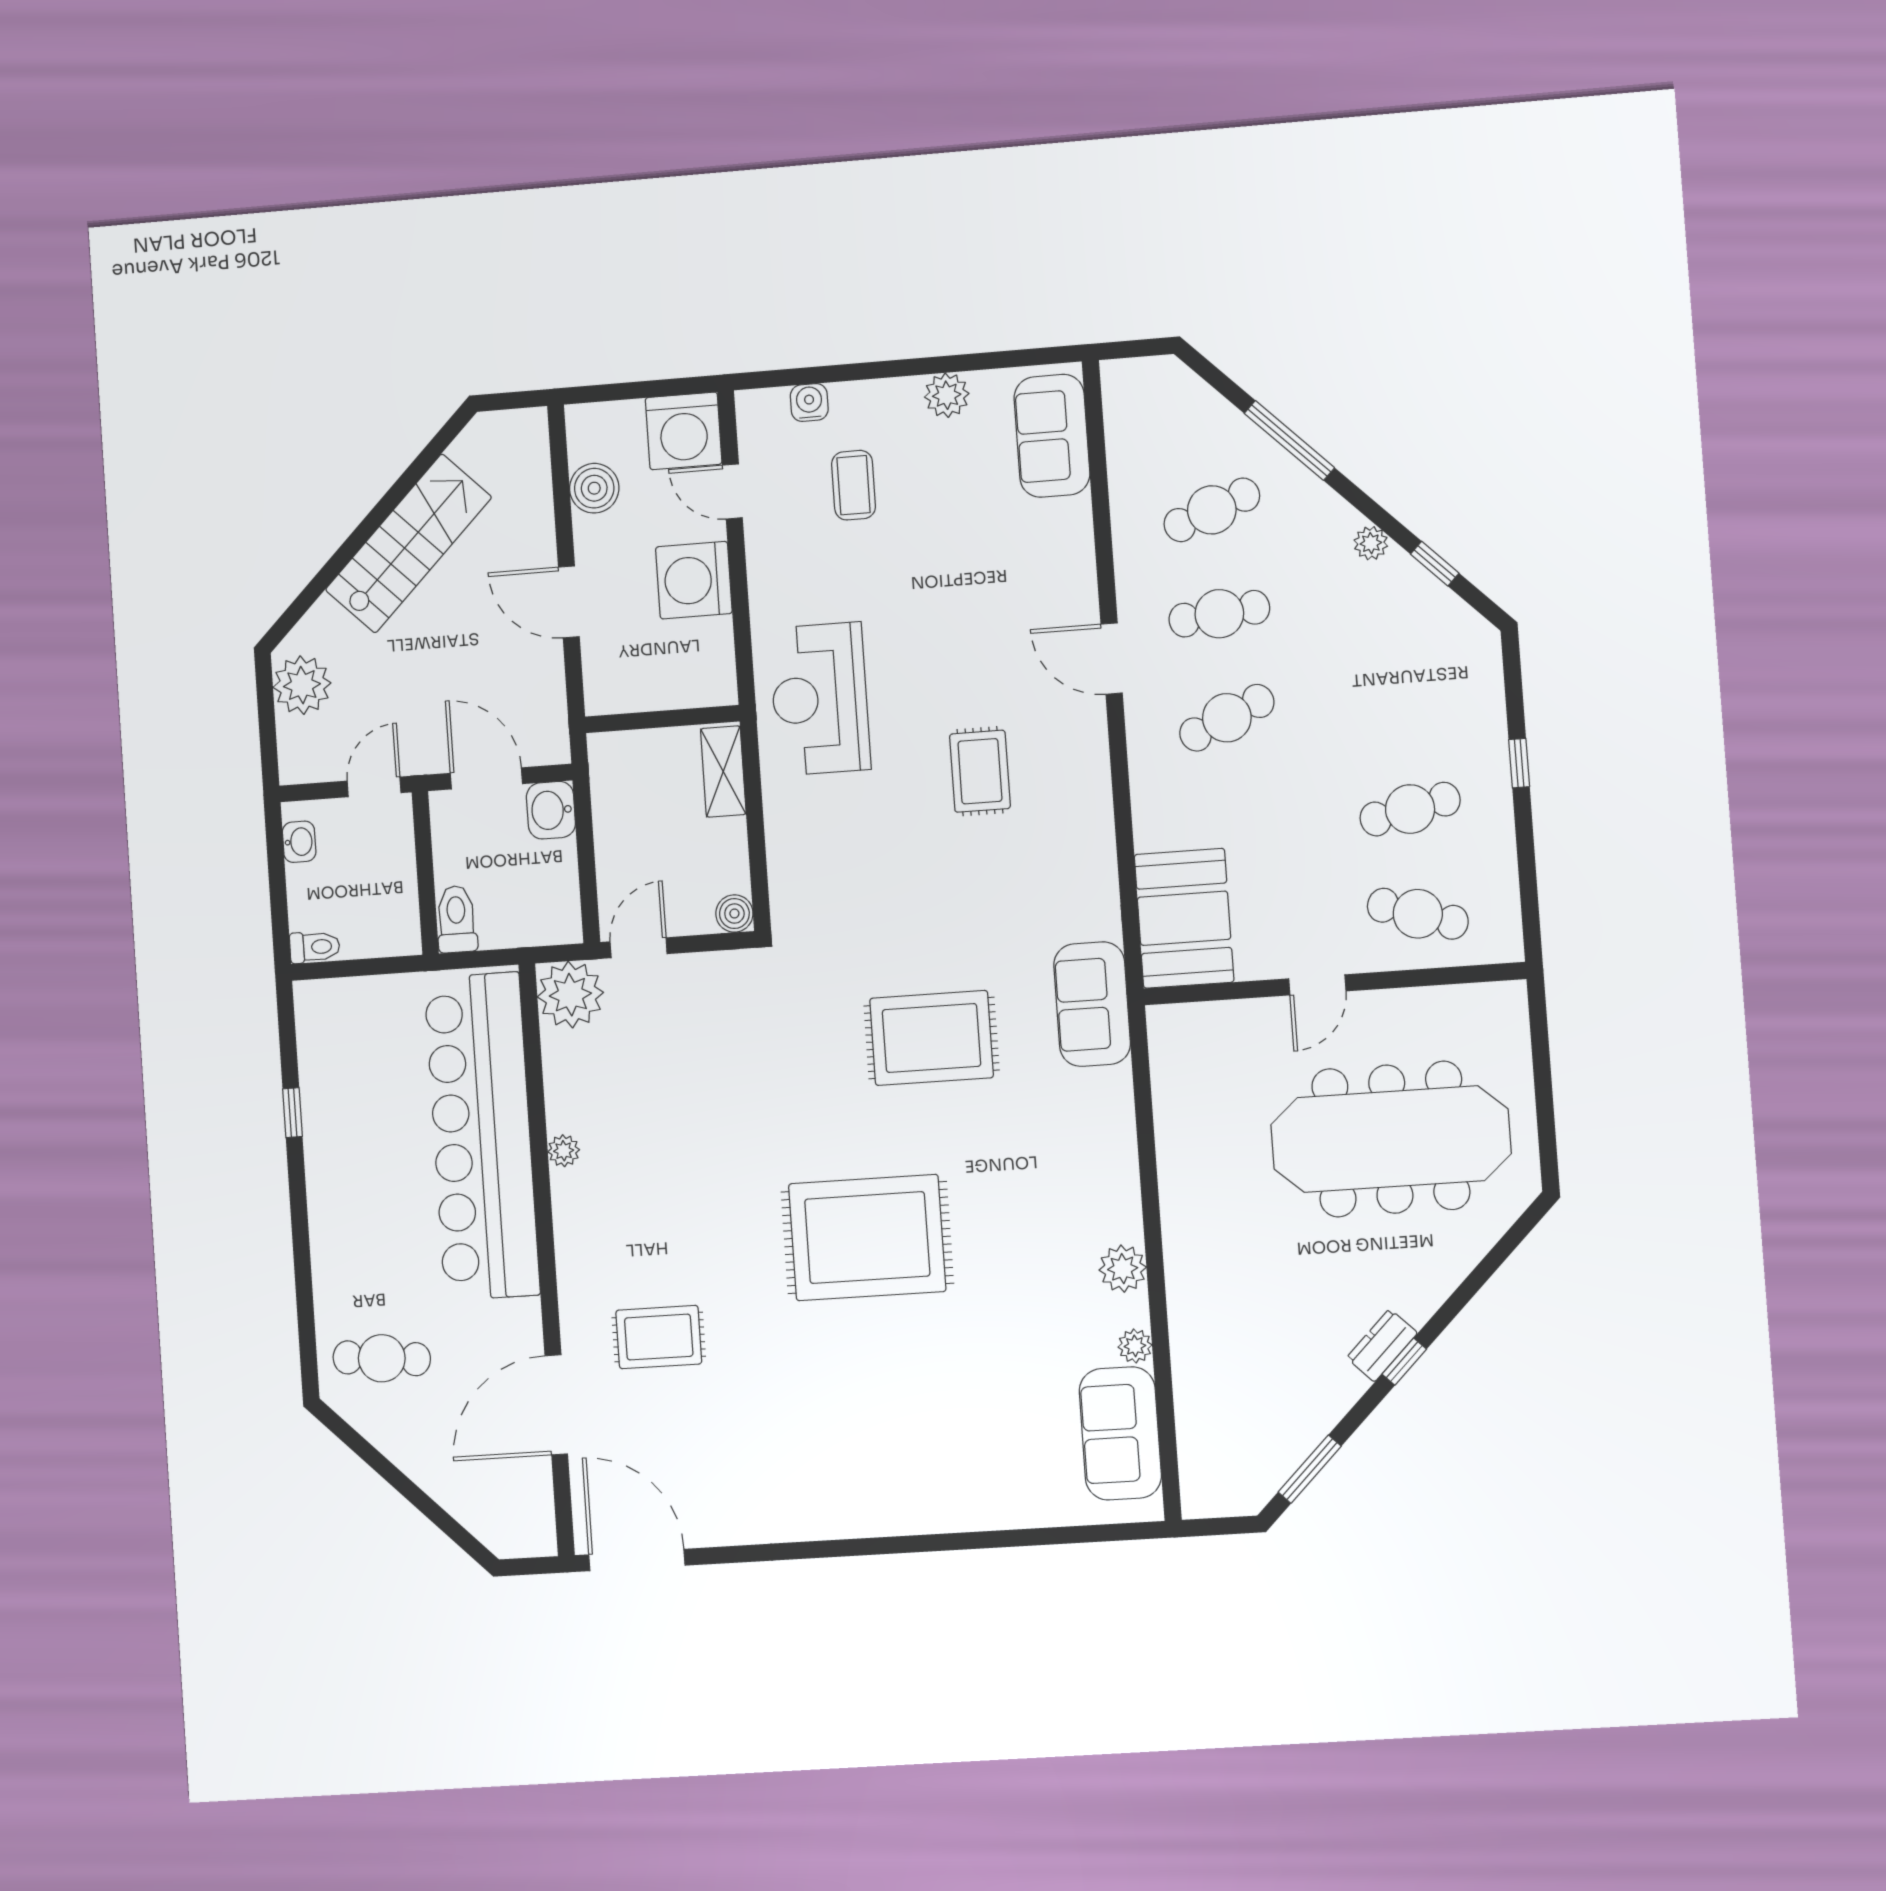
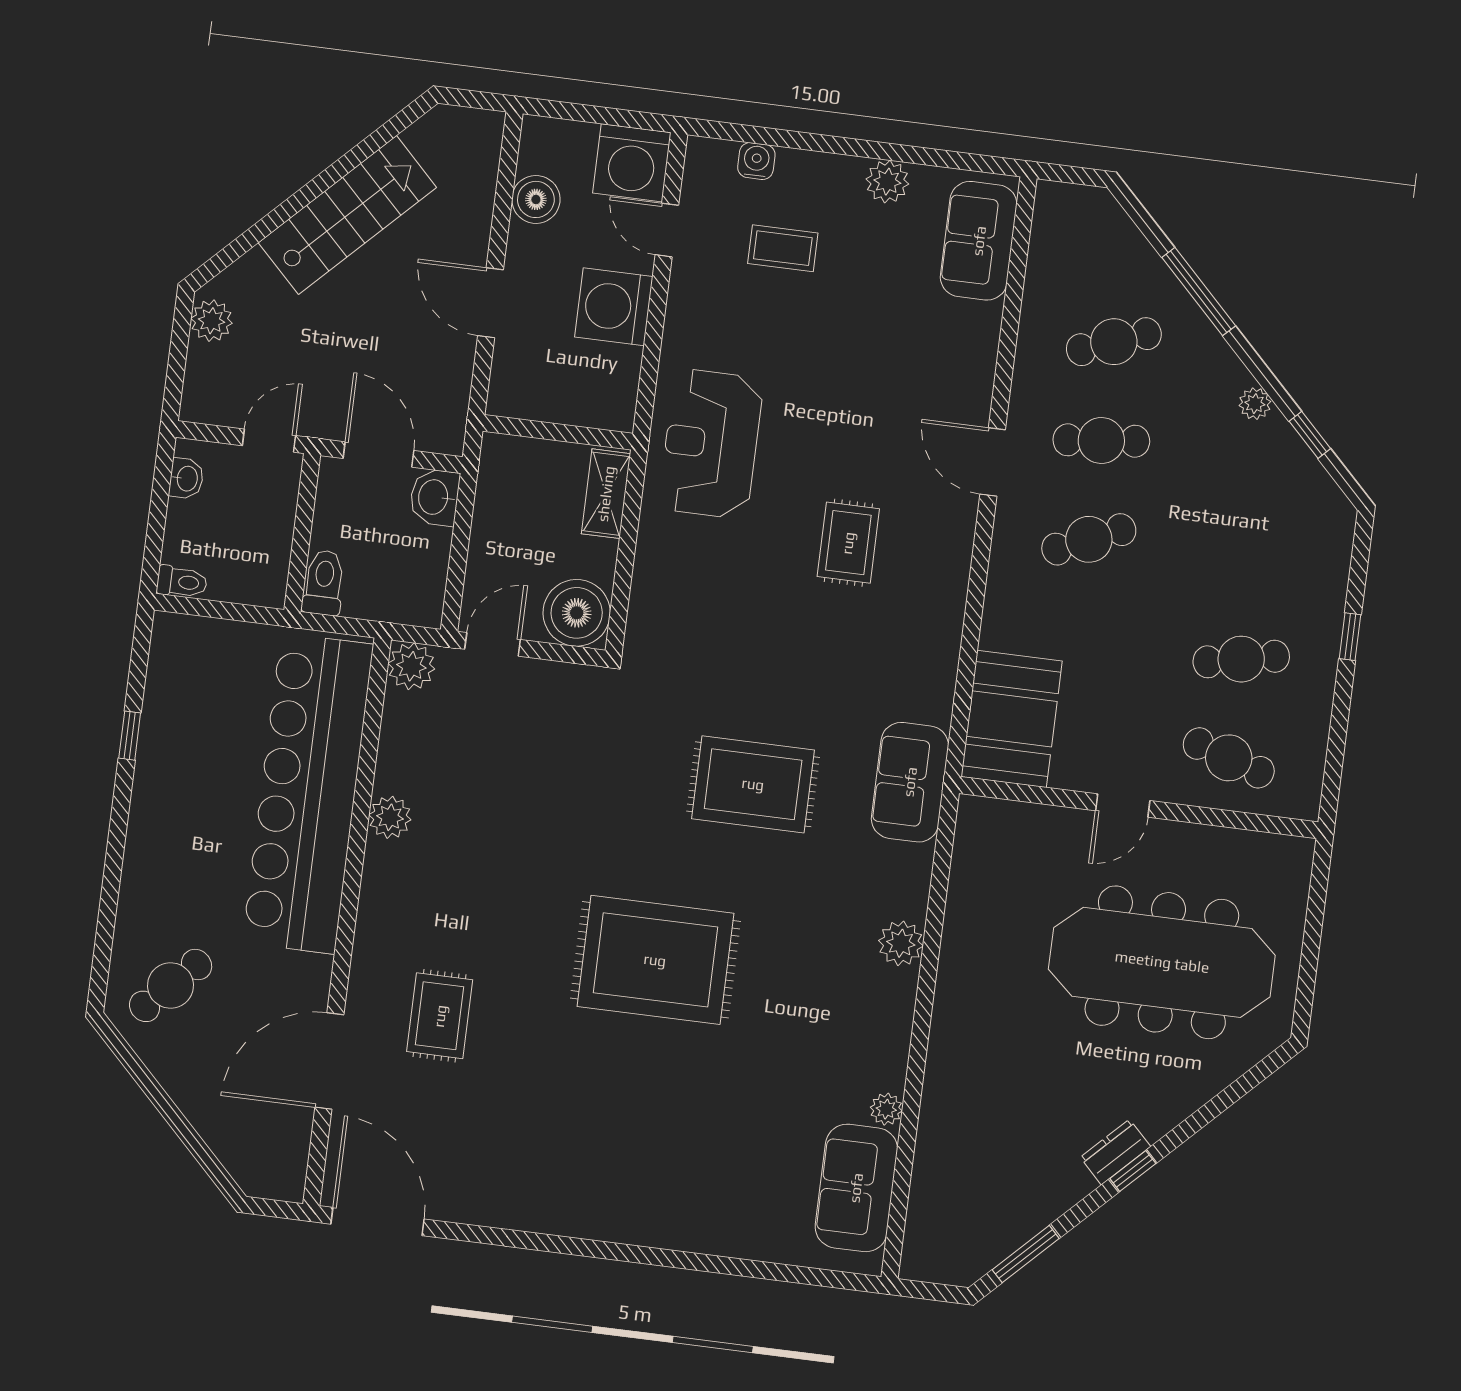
coffee table: (854, 485) -> (783, 248), turned 90
plant: (302, 685) -> (212, 321), width x0.73, depth x0.73
boiler: (734, 914) -> (577, 613), width x1.86, depth x1.86
plant: (570, 995) -> (411, 666), width x0.73, depth x0.73
plant: (564, 1151) -> (390, 817), width x1.38, depth x1.38
plant: (1123, 1269) -> (901, 943), moved
rug: (659, 1337) -> (440, 1016), turned 90
cafe table: (382, 1358) -> (171, 985), turned -51

